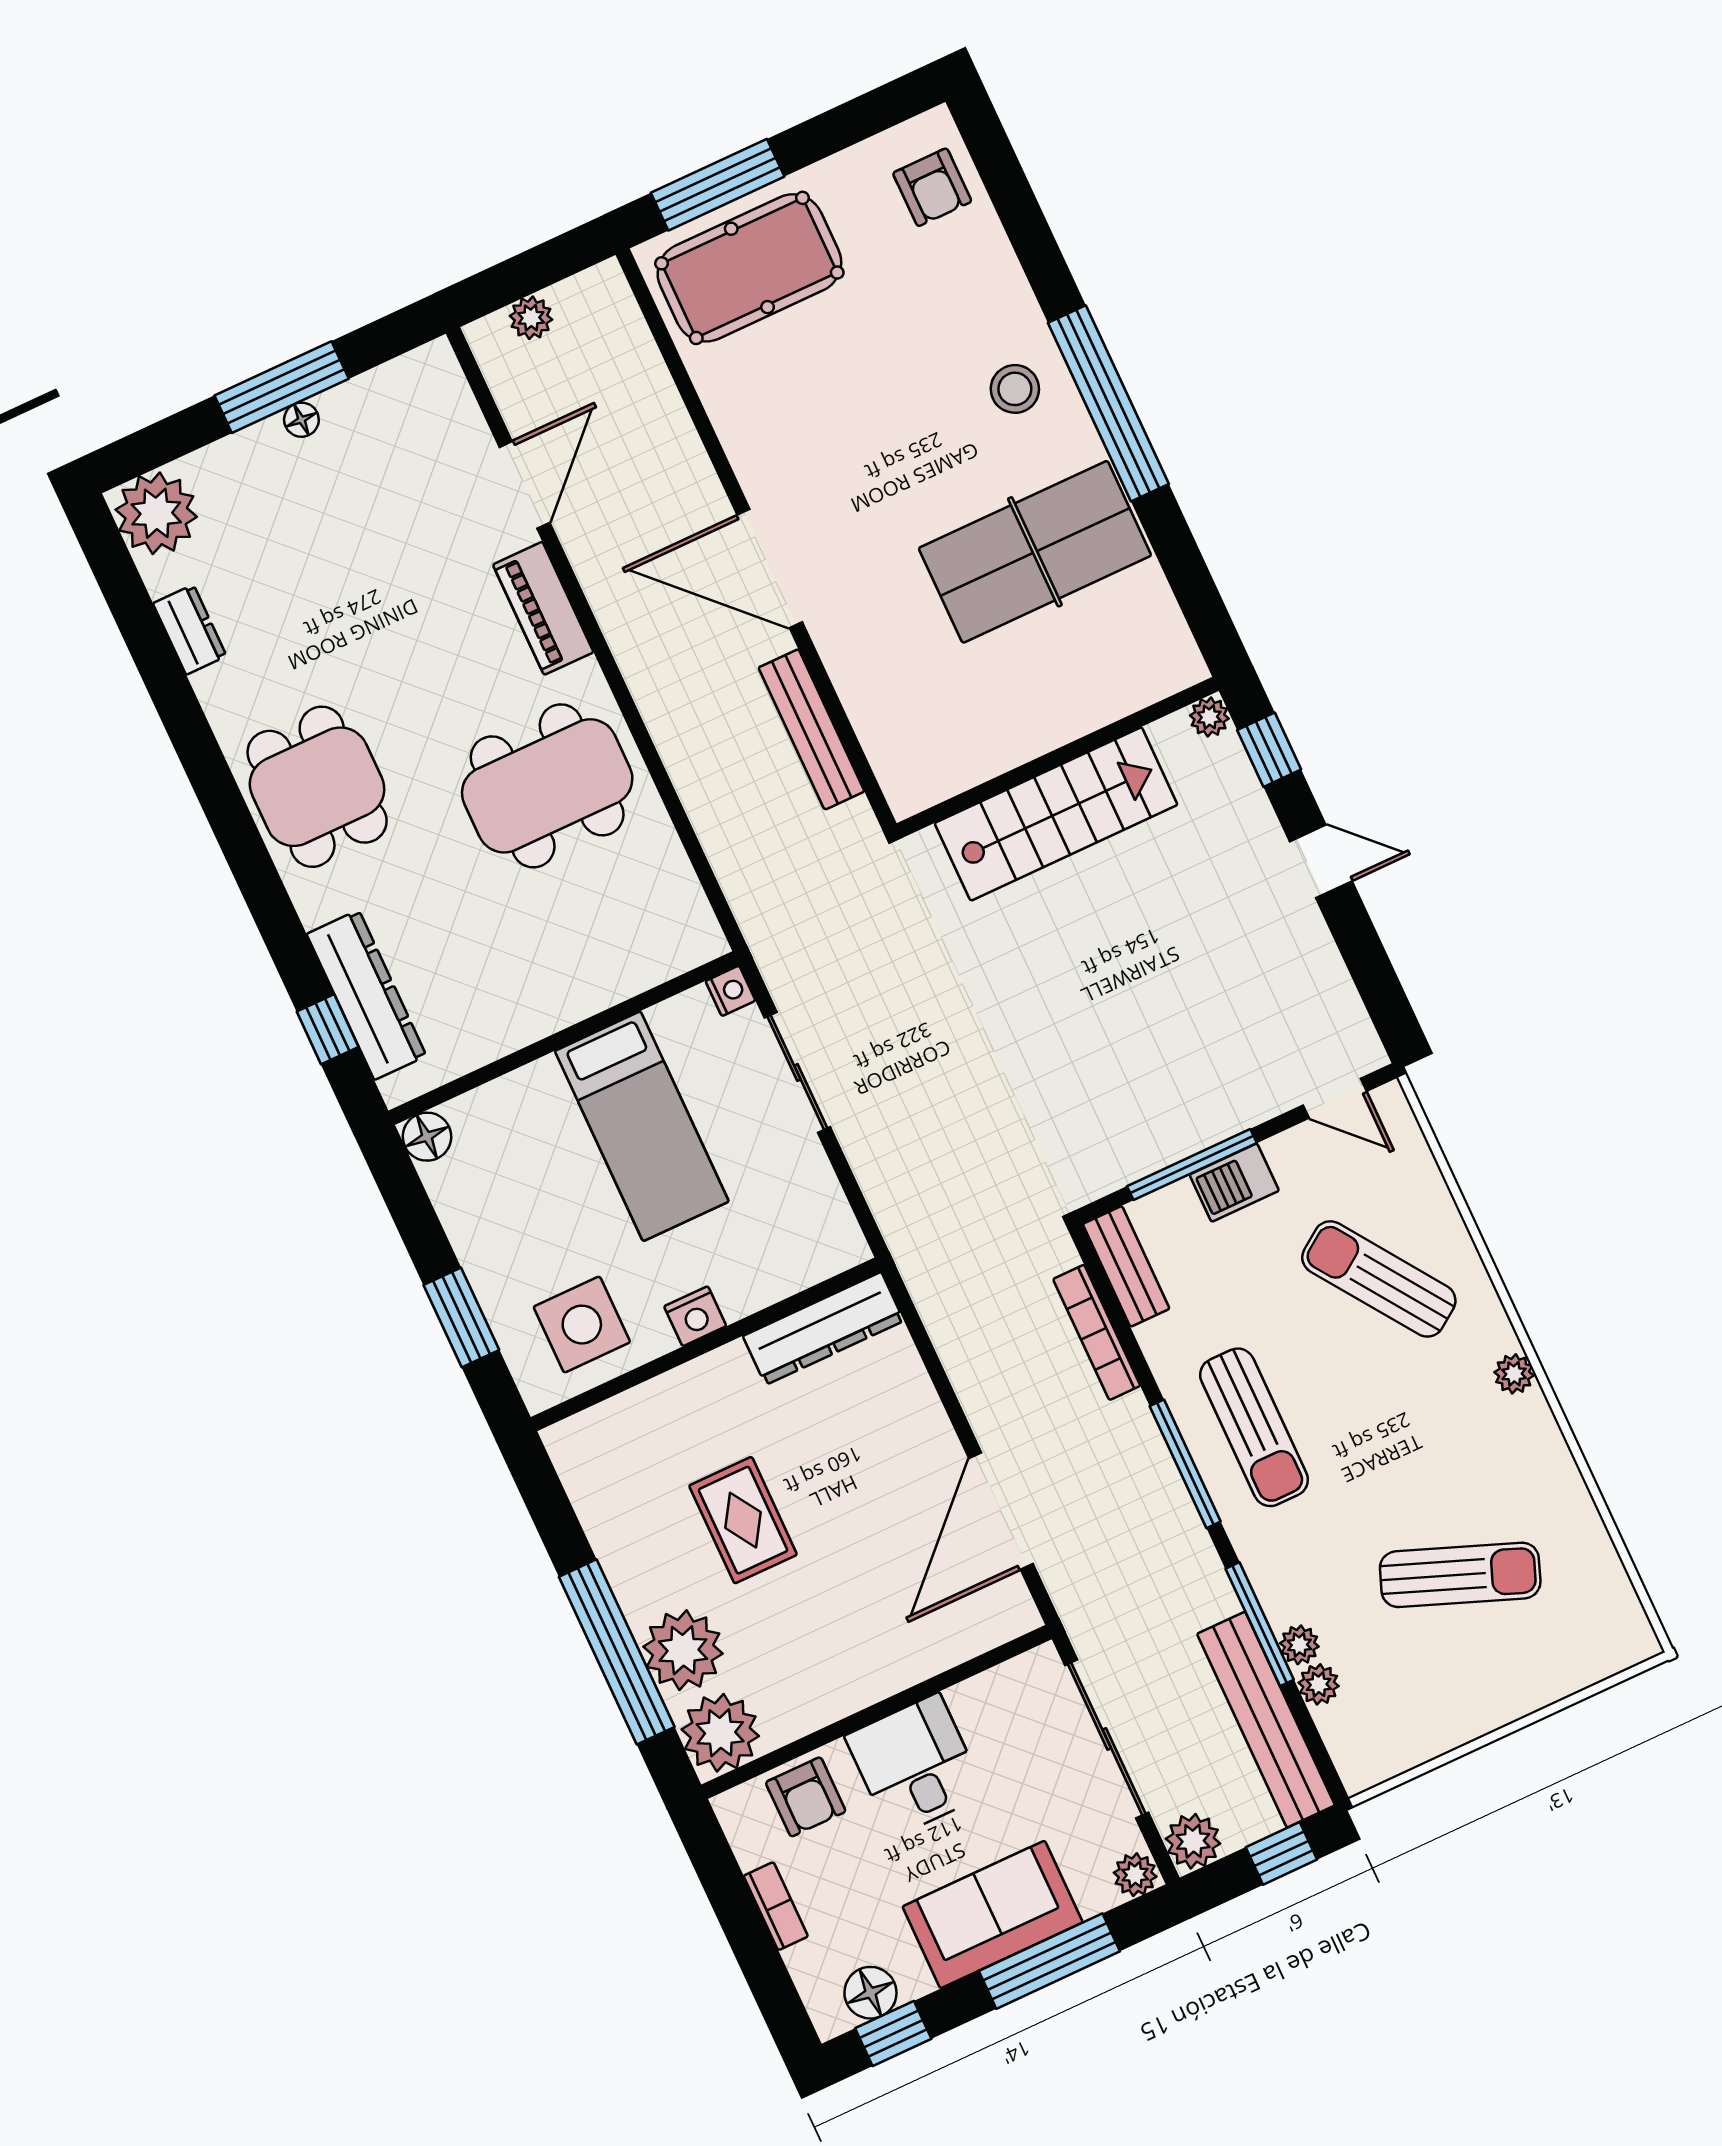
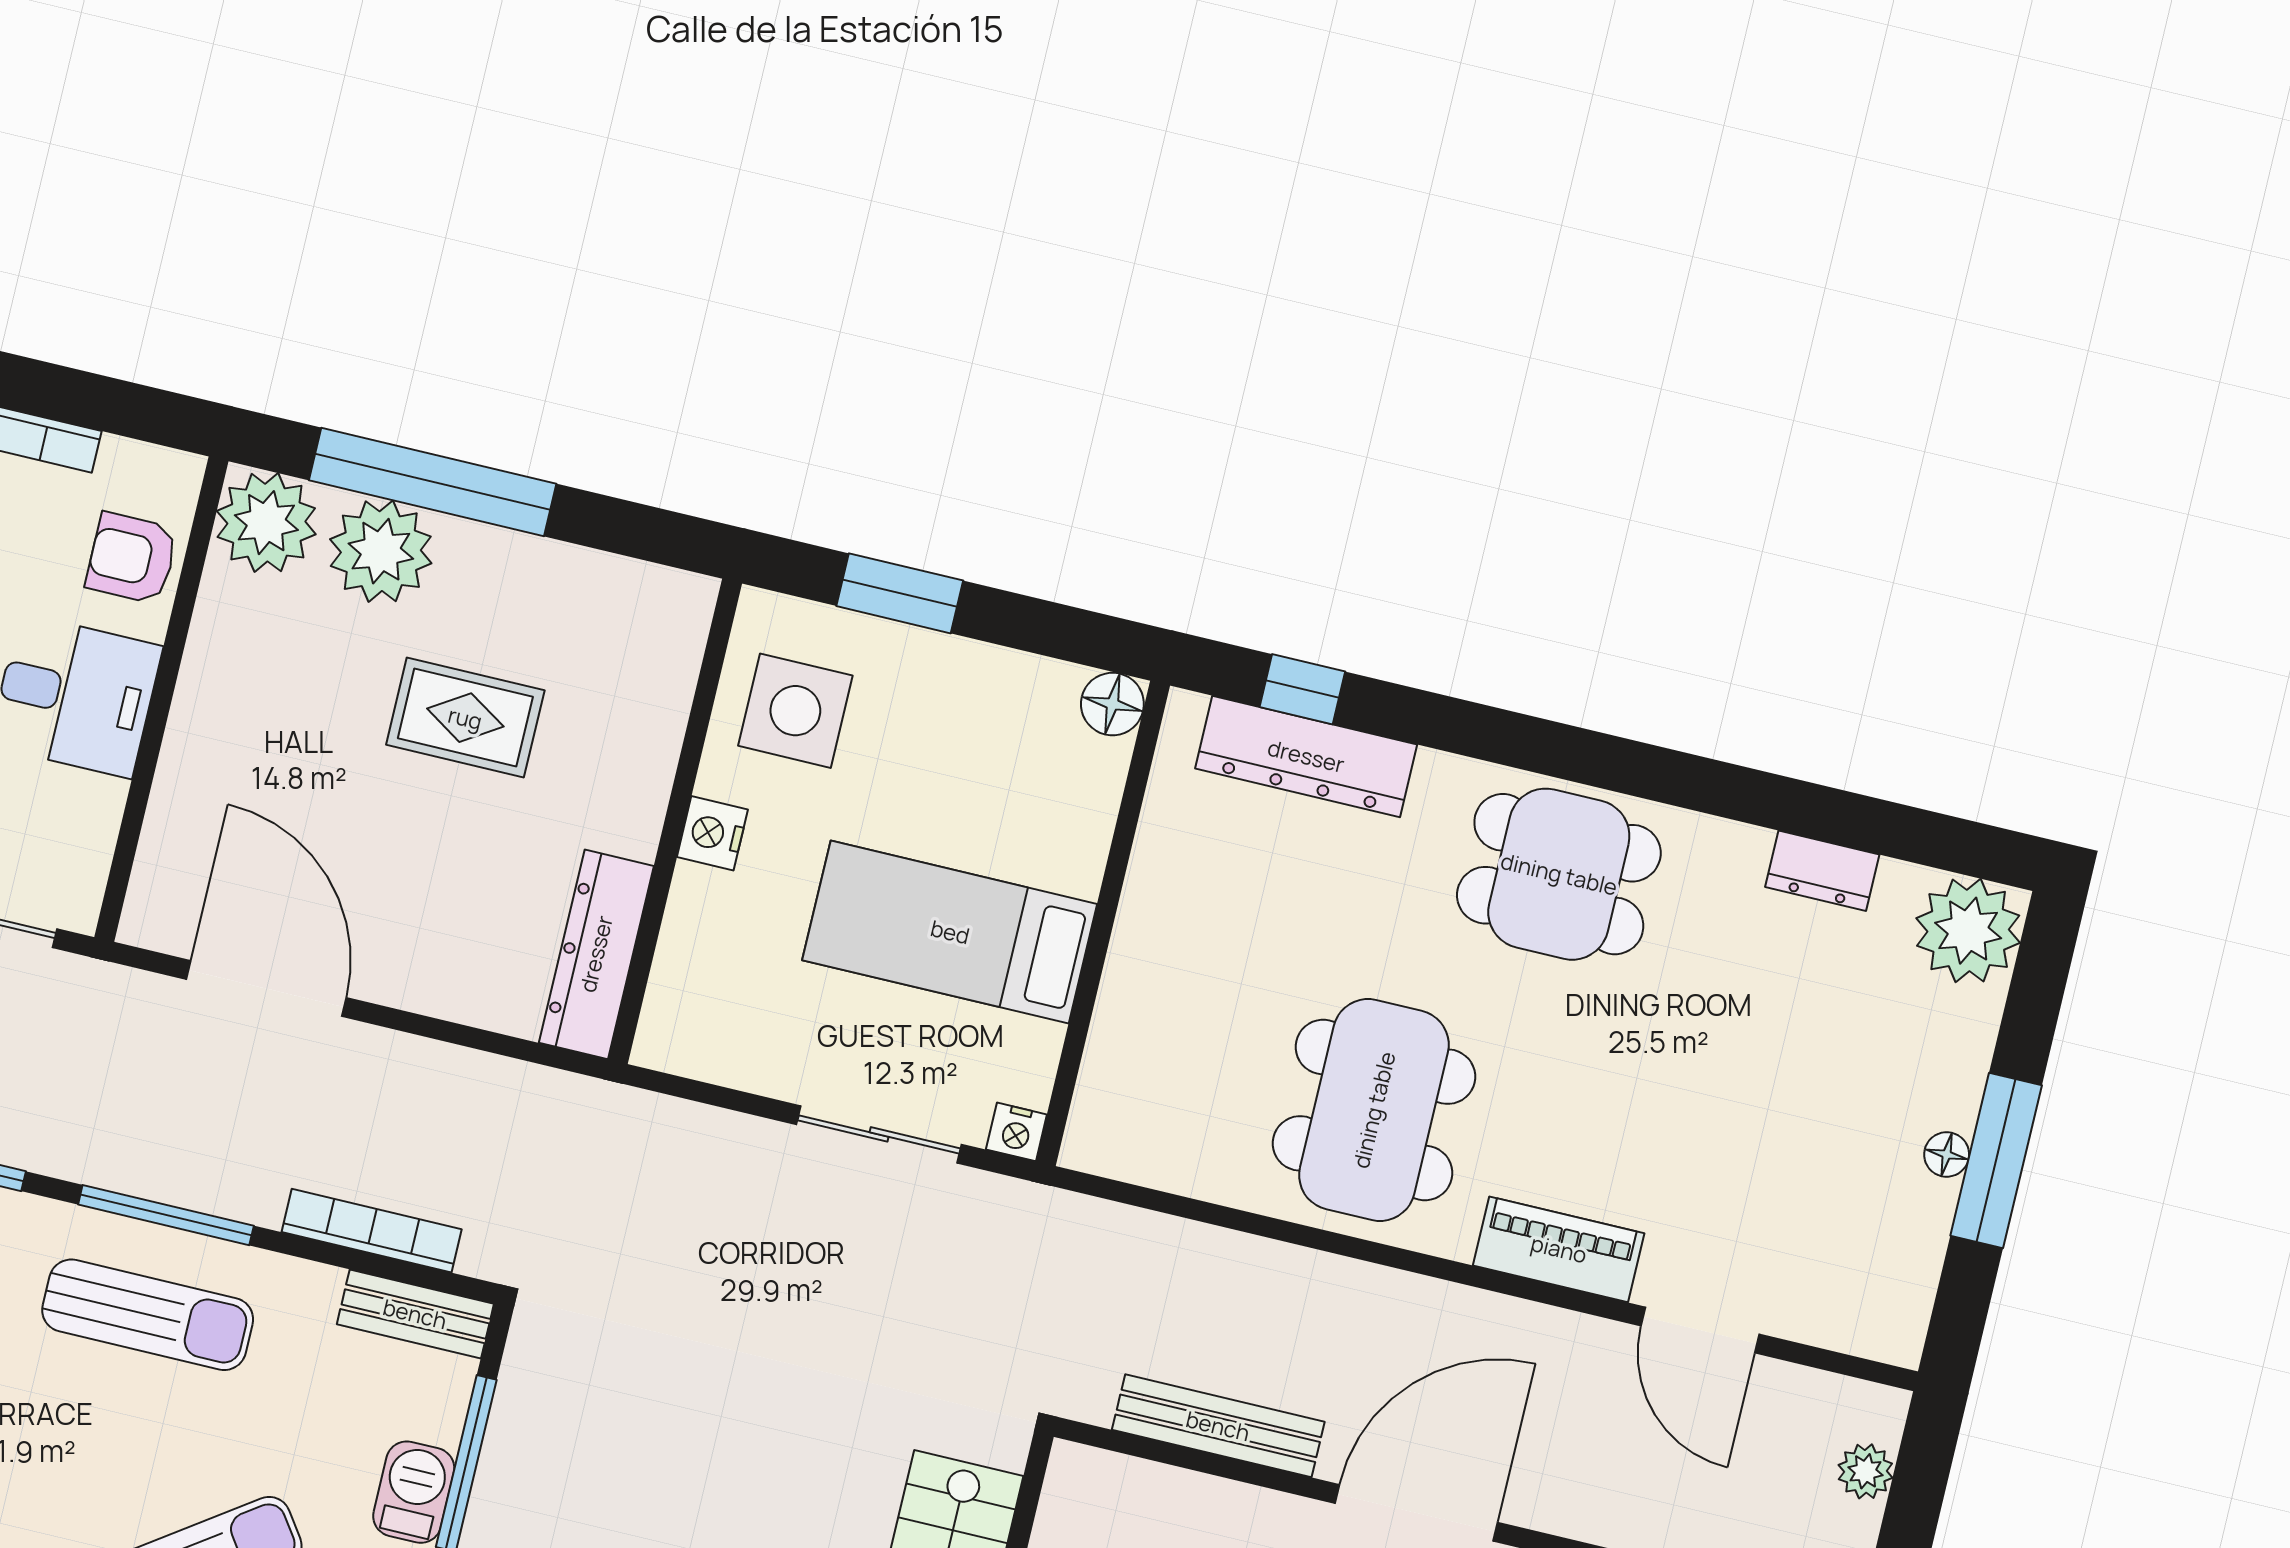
sun lounger: (1254, 1427) -> (148, 1315), turned 180

